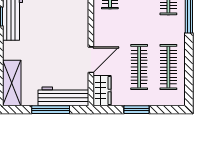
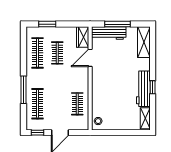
clothes rail: (139, 67) -> (57, 53), width x0.73
window: (136, 110) -> (47, 24), moved

